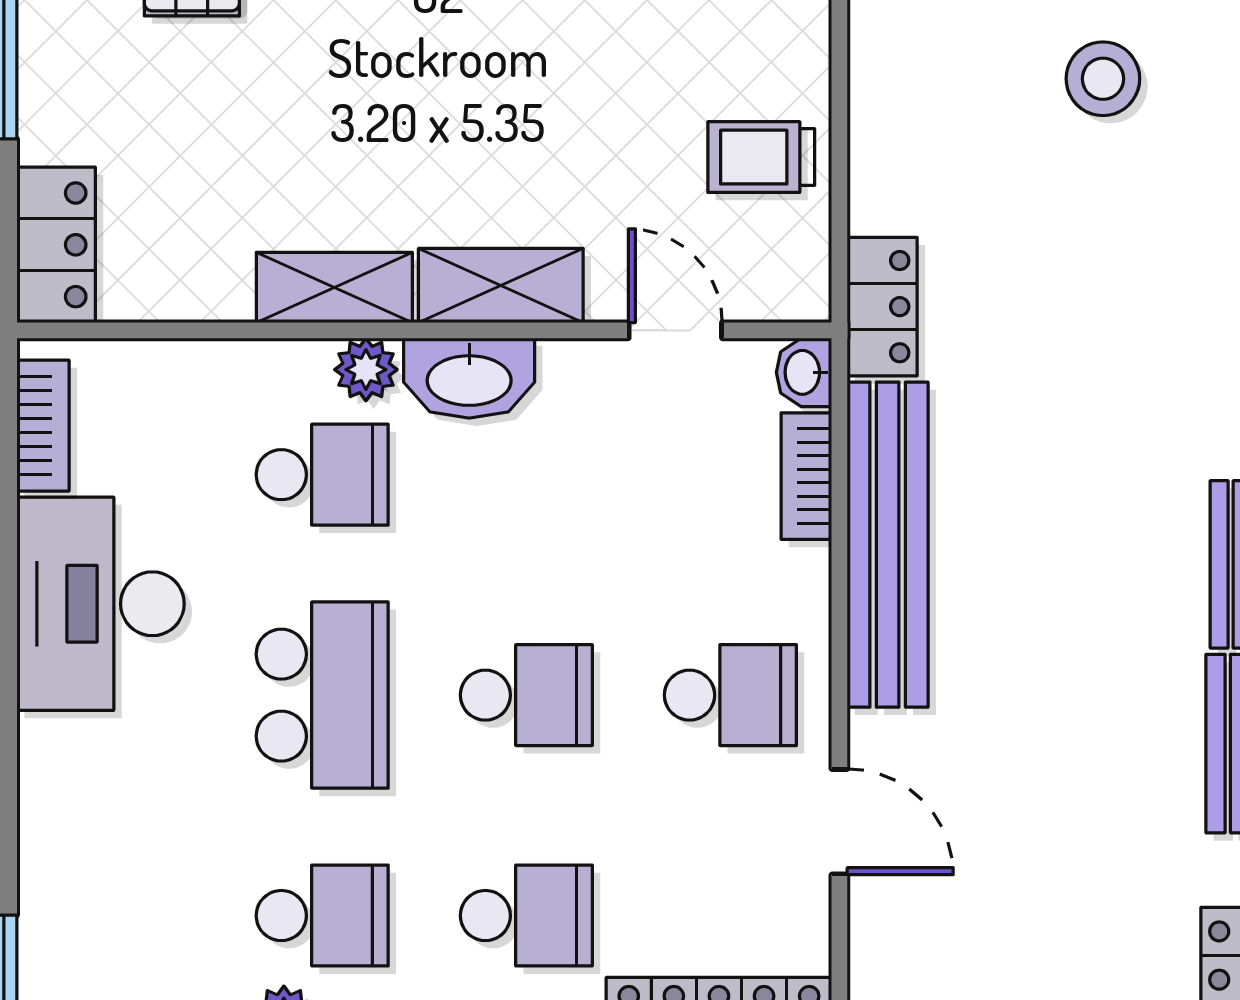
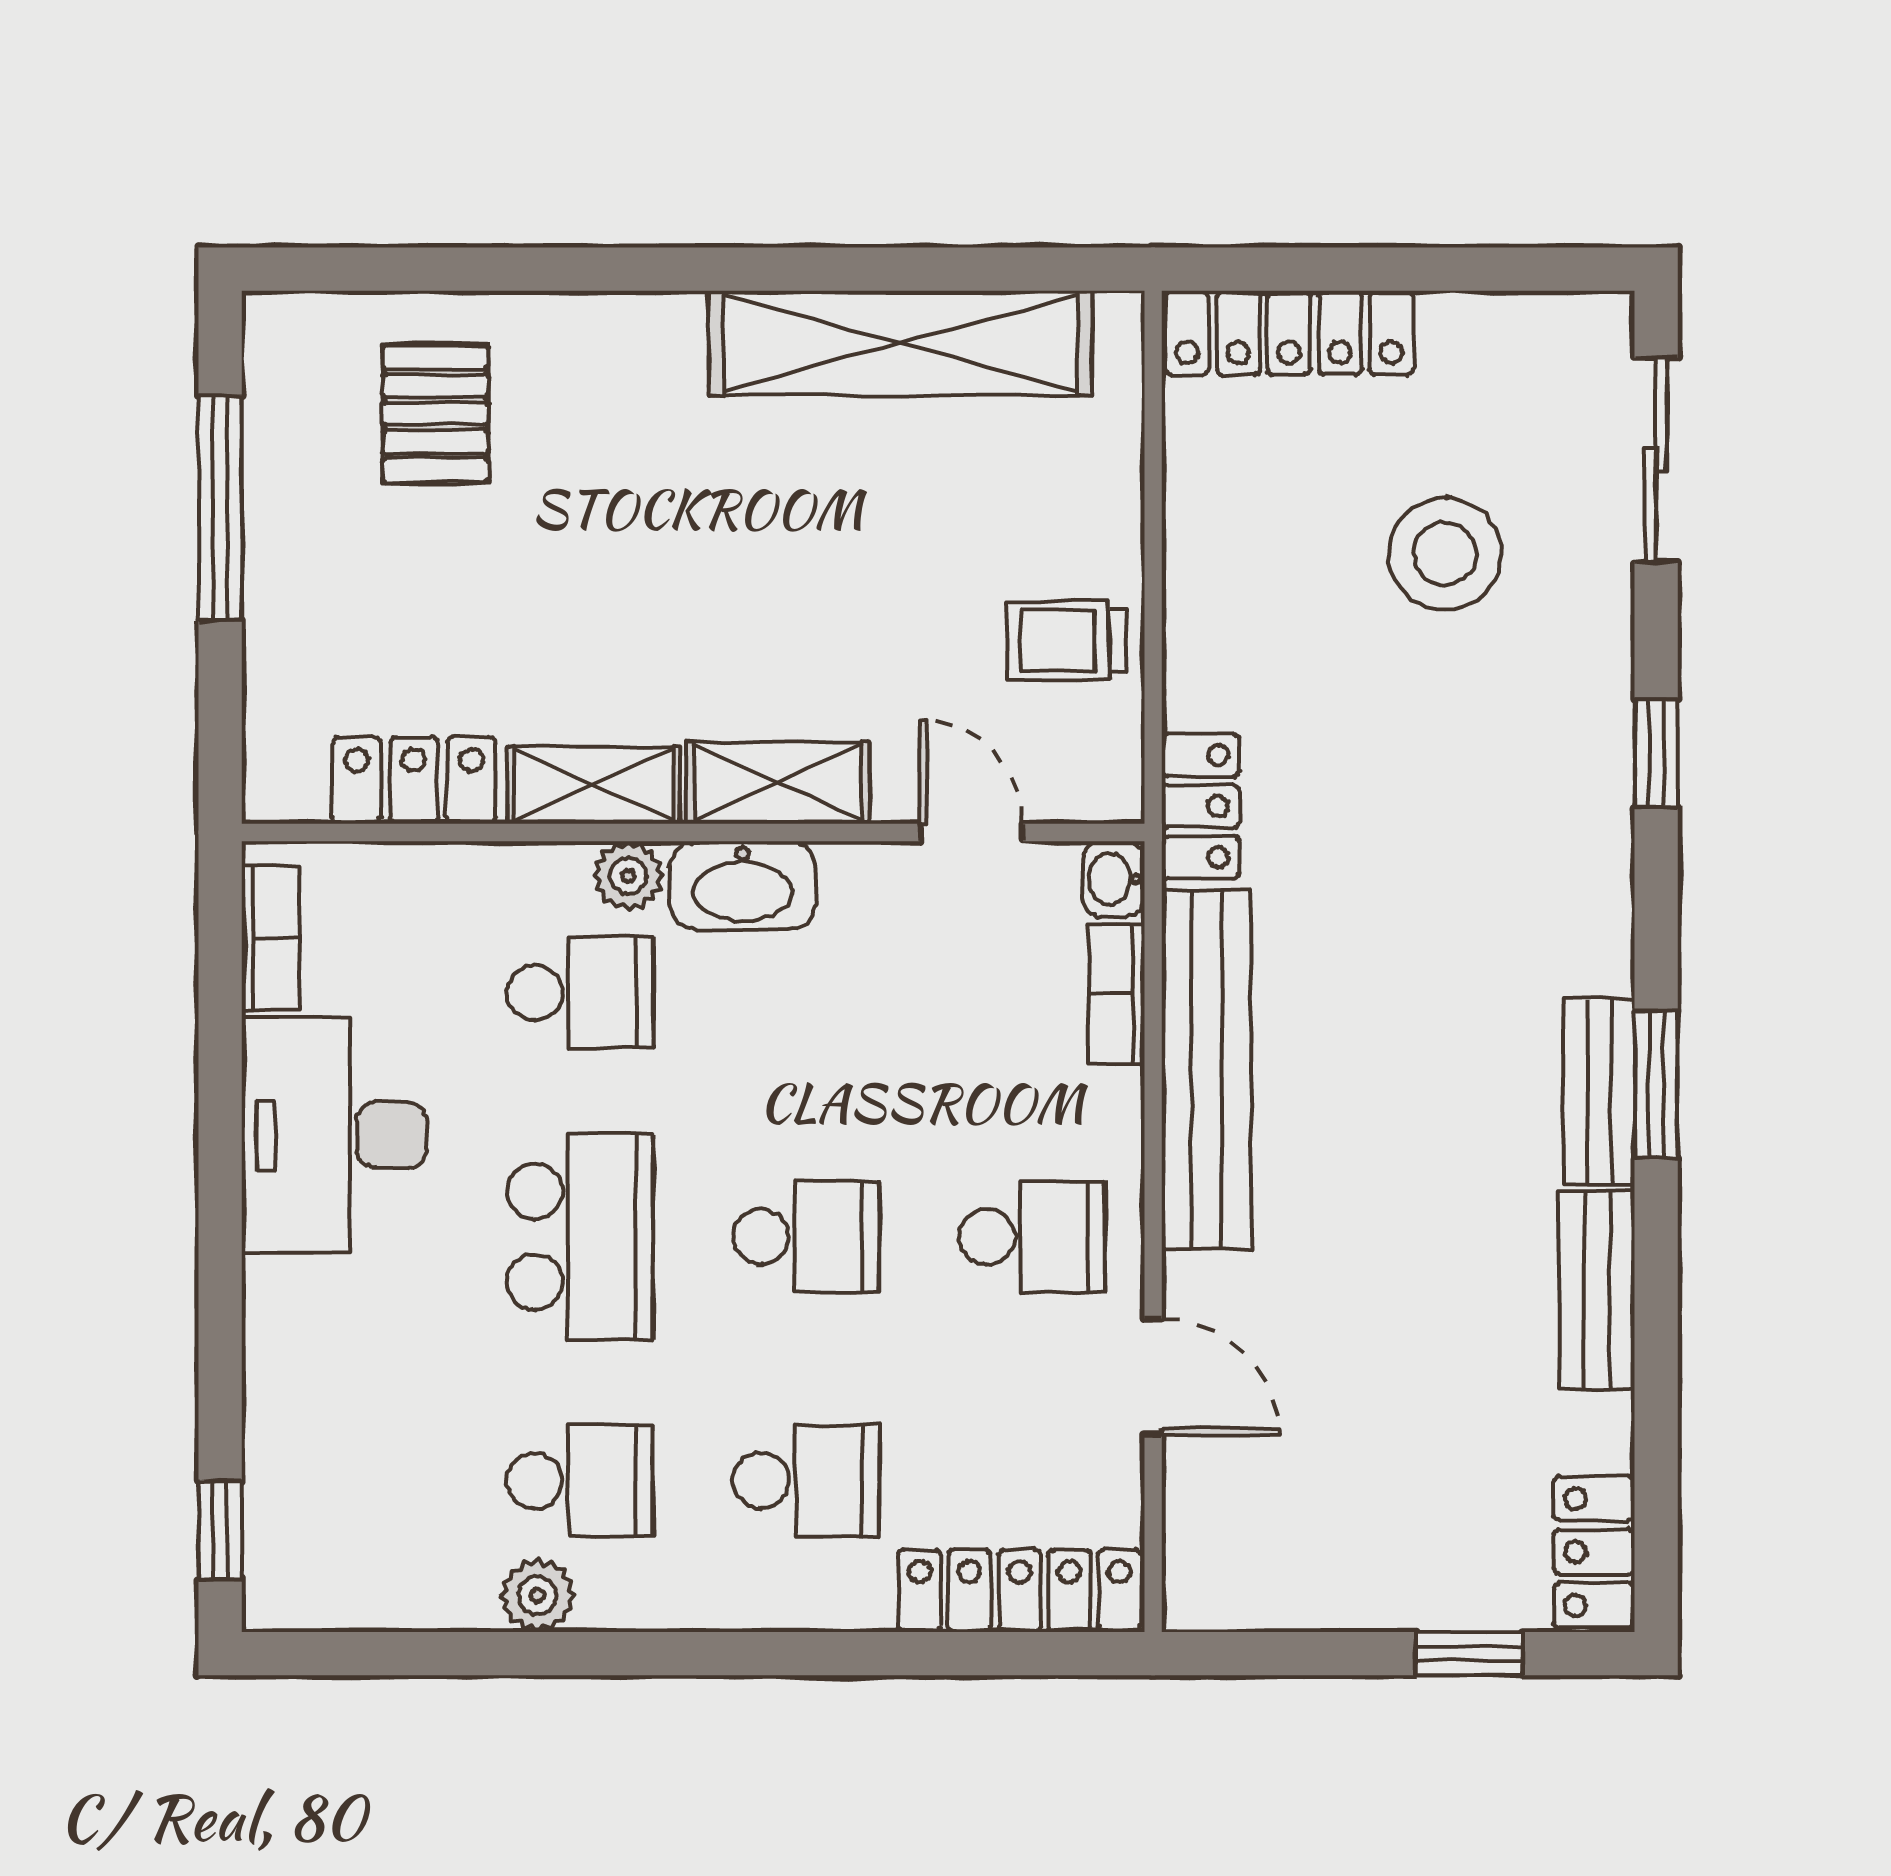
stool: (1103, 79) -> (1445, 554), width x1.38, depth x1.38
locker: (56, 245) -> (414, 780), moved, turned -90

